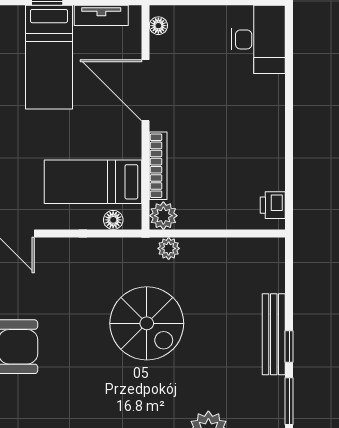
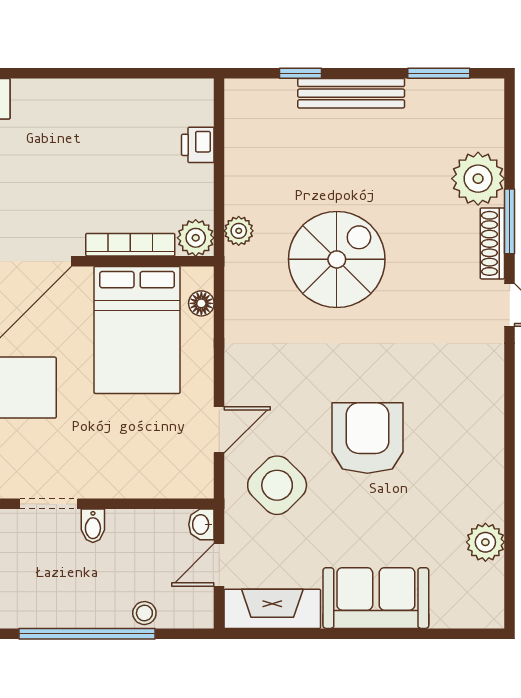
bed: (93, 182) -> (137, 330), width x1.50
printer: (273, 205) -> (198, 145), moved, turned 90
window: (289, 347) -> (300, 73), moved

